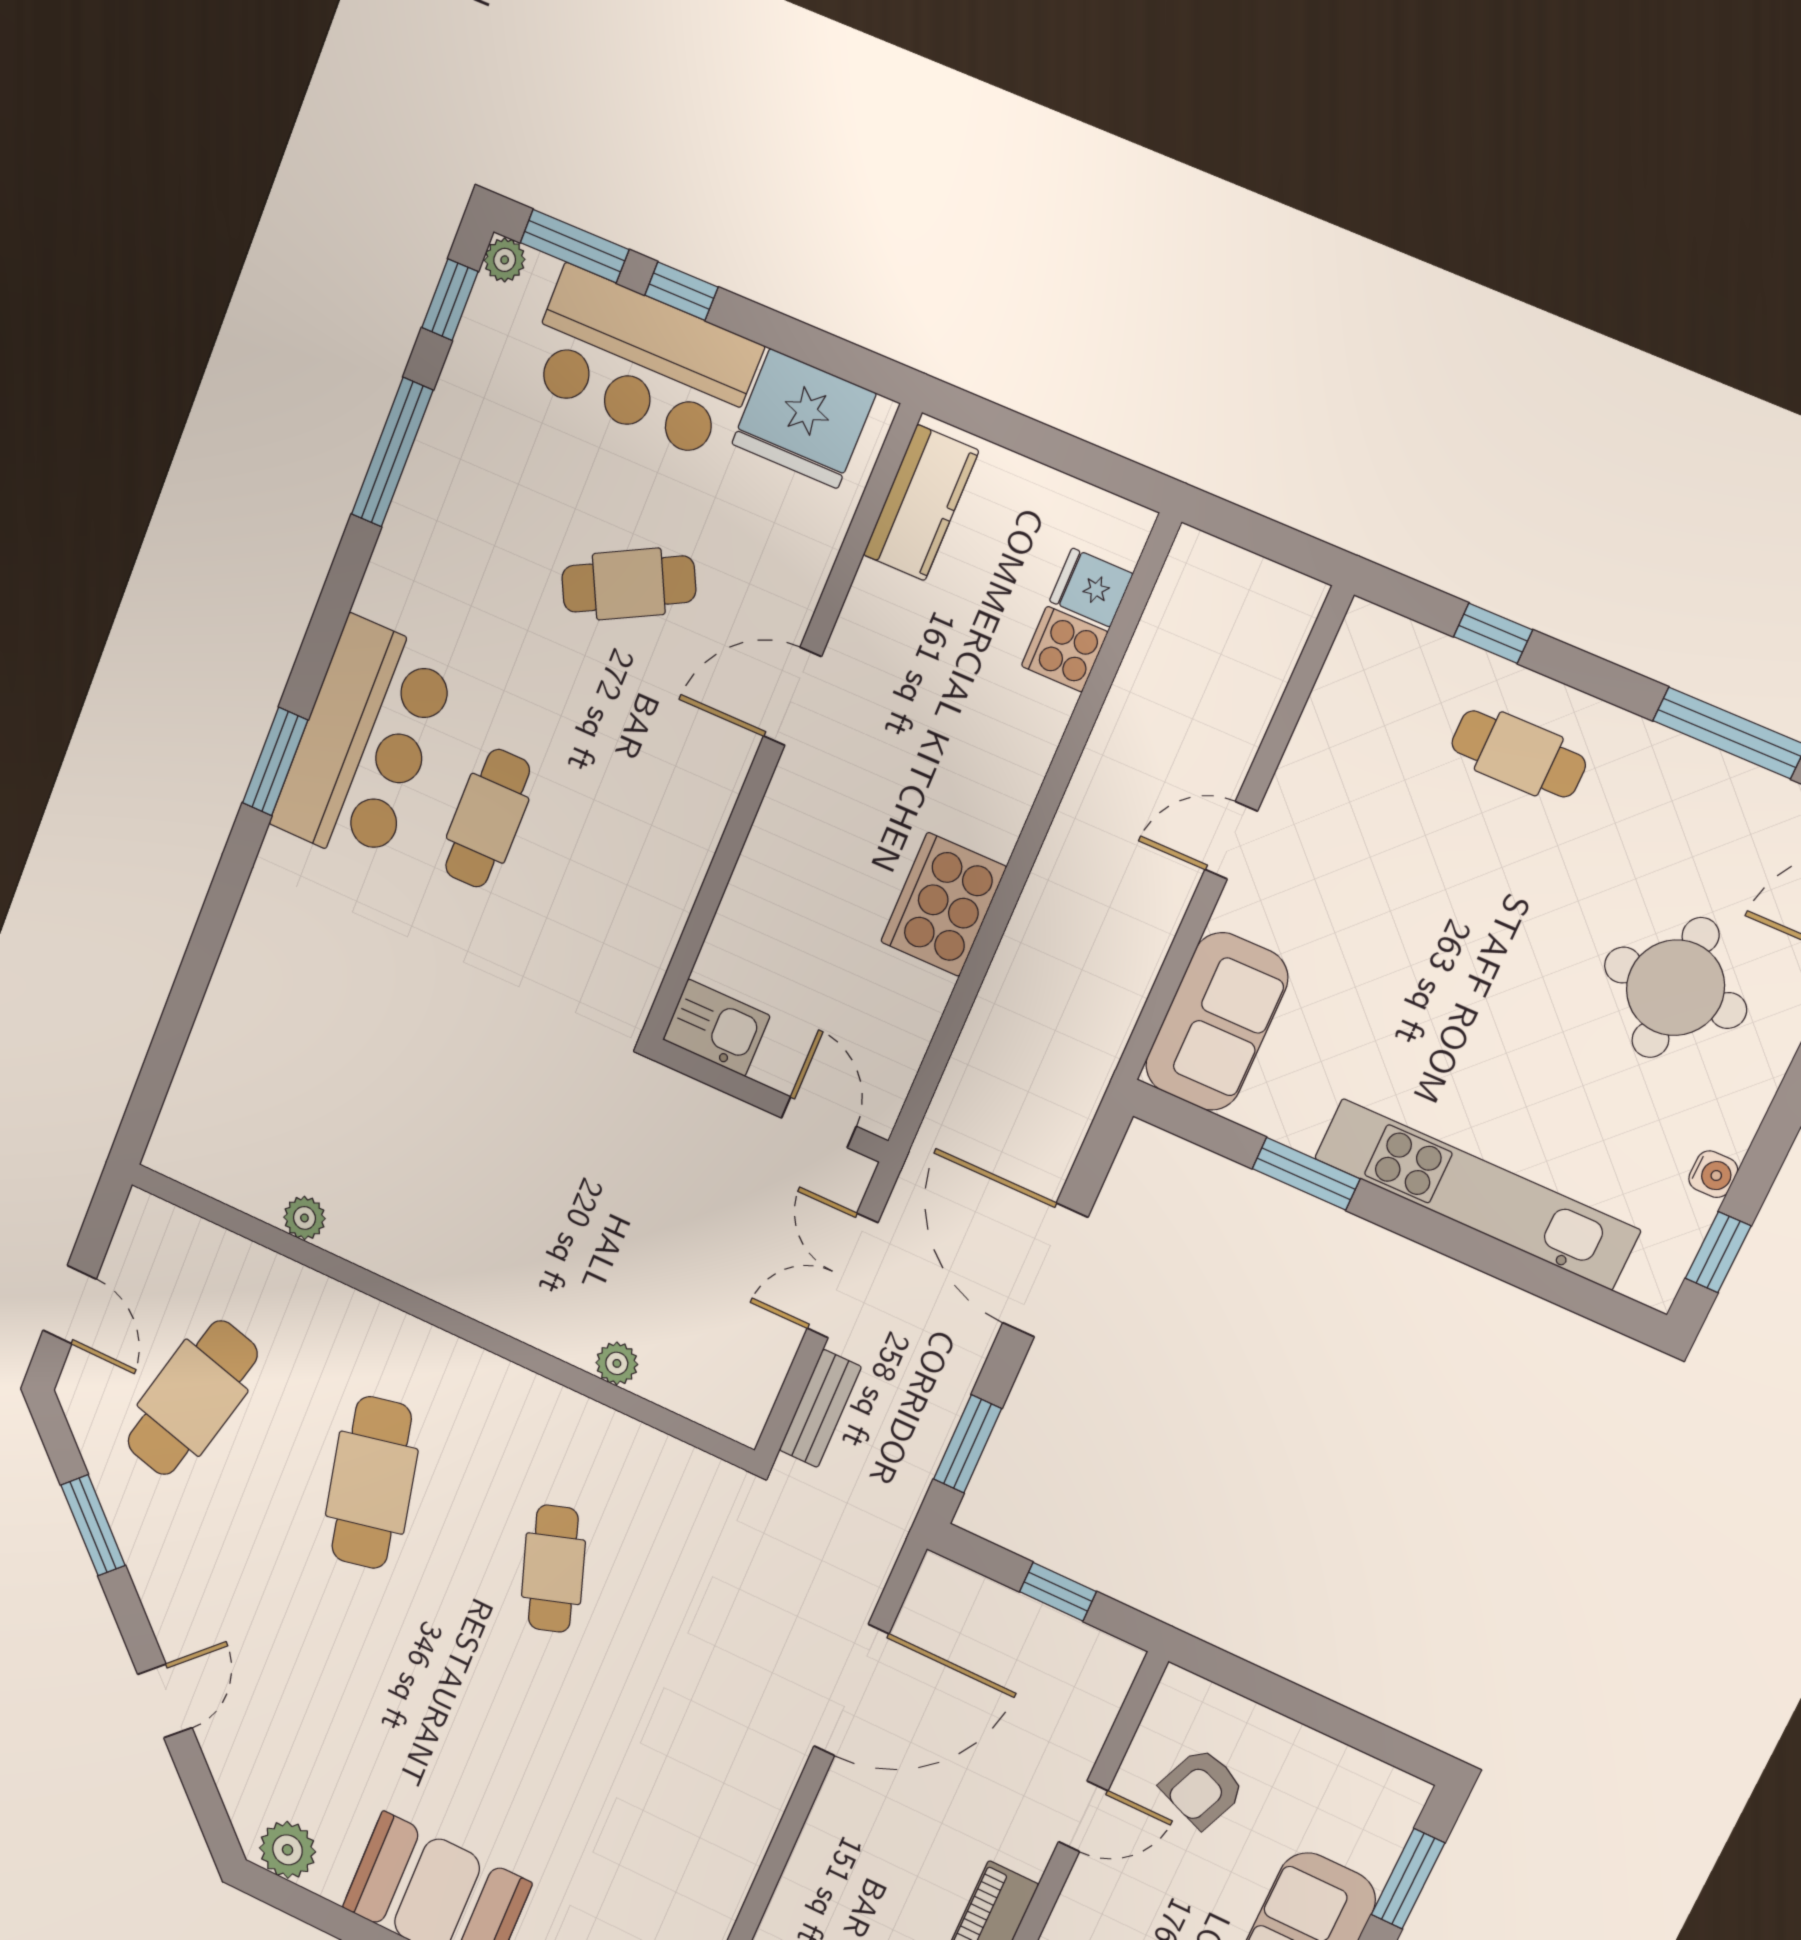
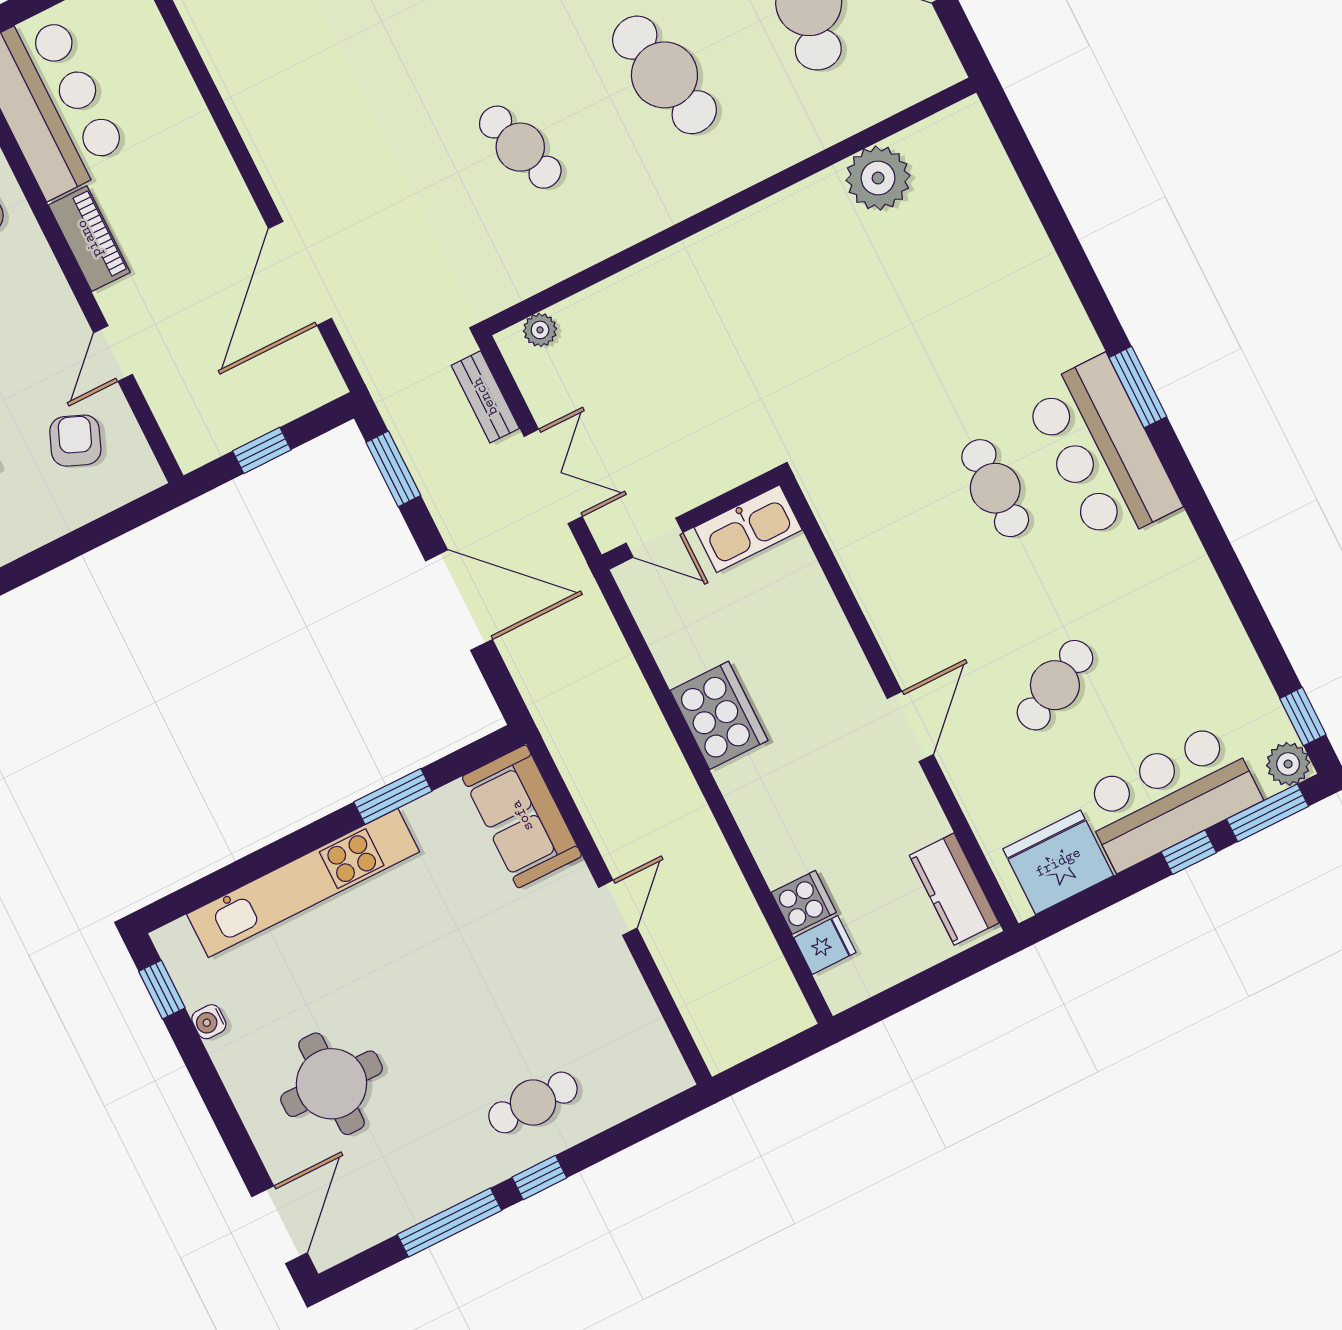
plant: (505, 260) -> (1288, 764), width x1.38, depth x1.38
window: (392, 452) -> (1249, 610), removed
window: (1493, 633) -> (539, 1177), moved
kitchen sink: (716, 1028) -> (748, 529), width x1.38
plant: (304, 1218) -> (878, 178), width x1.87, depth x1.87
plant: (617, 1363) -> (540, 330), moved

